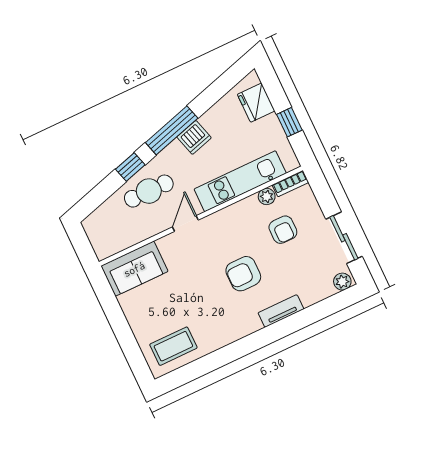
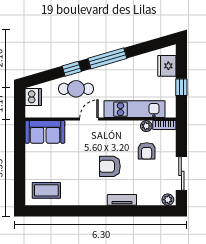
dishwasher: (194, 137) -> (33, 97), moved, turned -74

